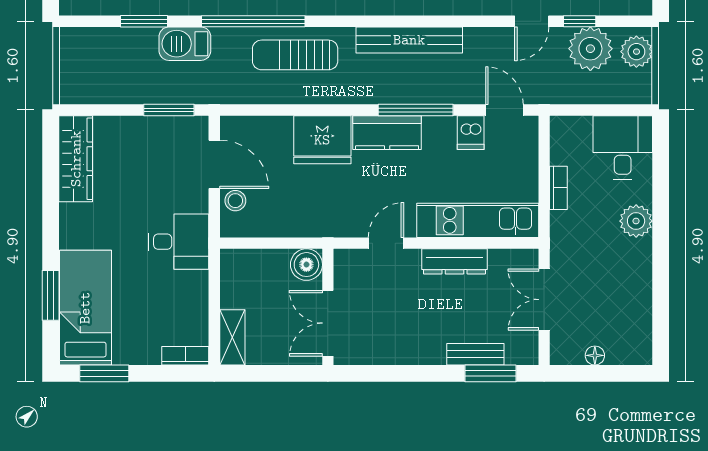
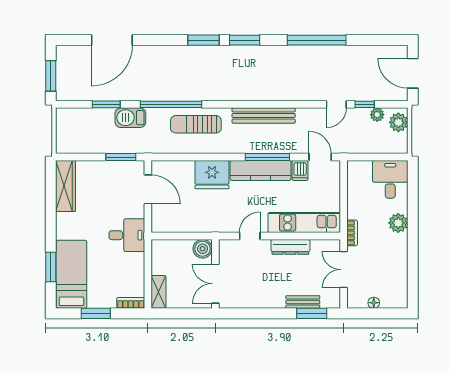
plant: (590, 49) -> (377, 115), width x0.53, depth x0.53
kitchen counter: (387, 133) -> (261, 170), width x1.50
bookcase: (558, 188) -> (352, 233), moved
stool: (235, 201) -> (160, 211), removed
window: (104, 373) -> (96, 313), moved

